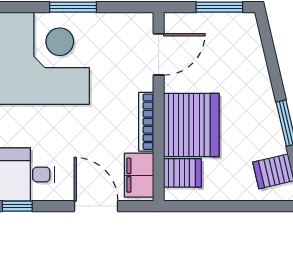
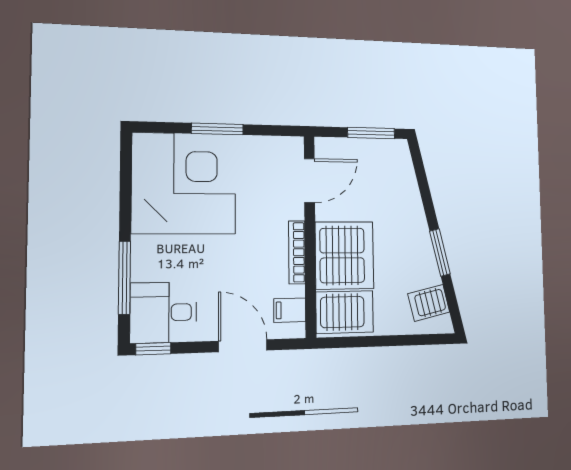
server rack: (183, 173) -> (345, 312), width x1.36, depth x1.44
filing cabinet: (139, 175) -> (290, 310), width x0.50

